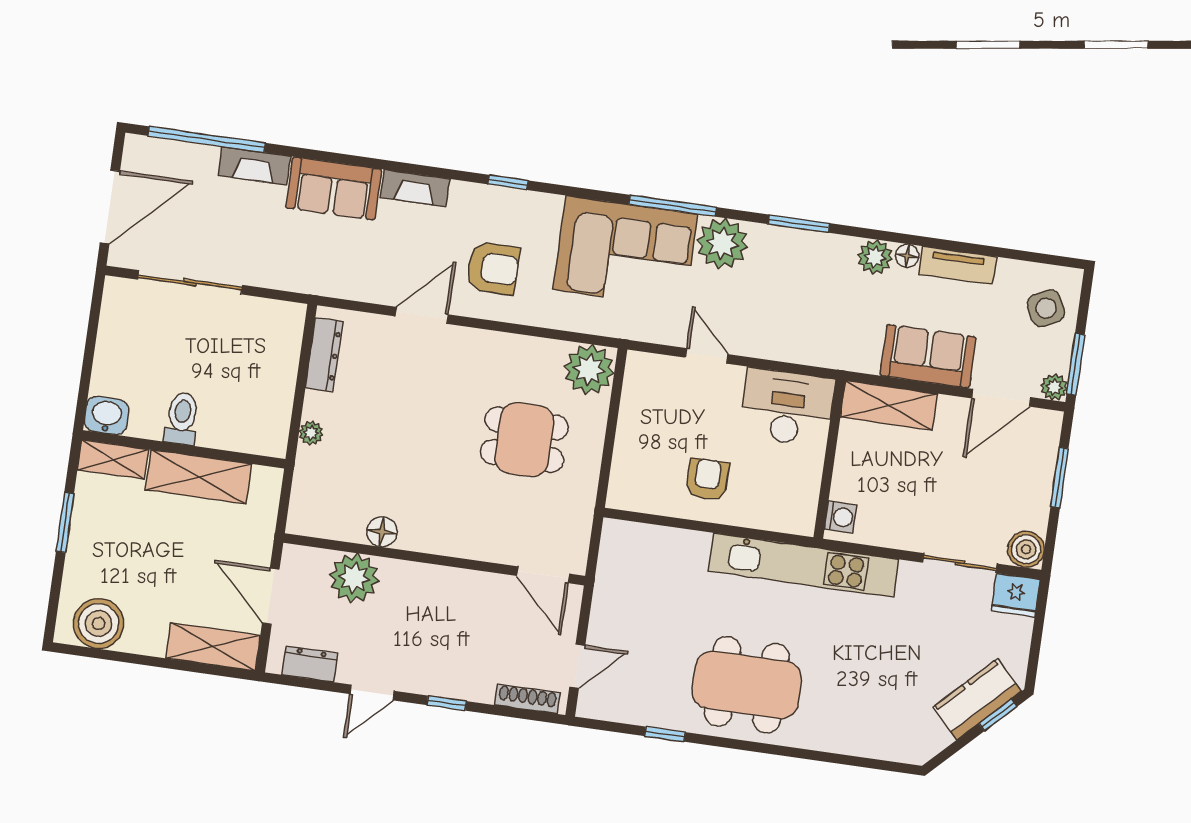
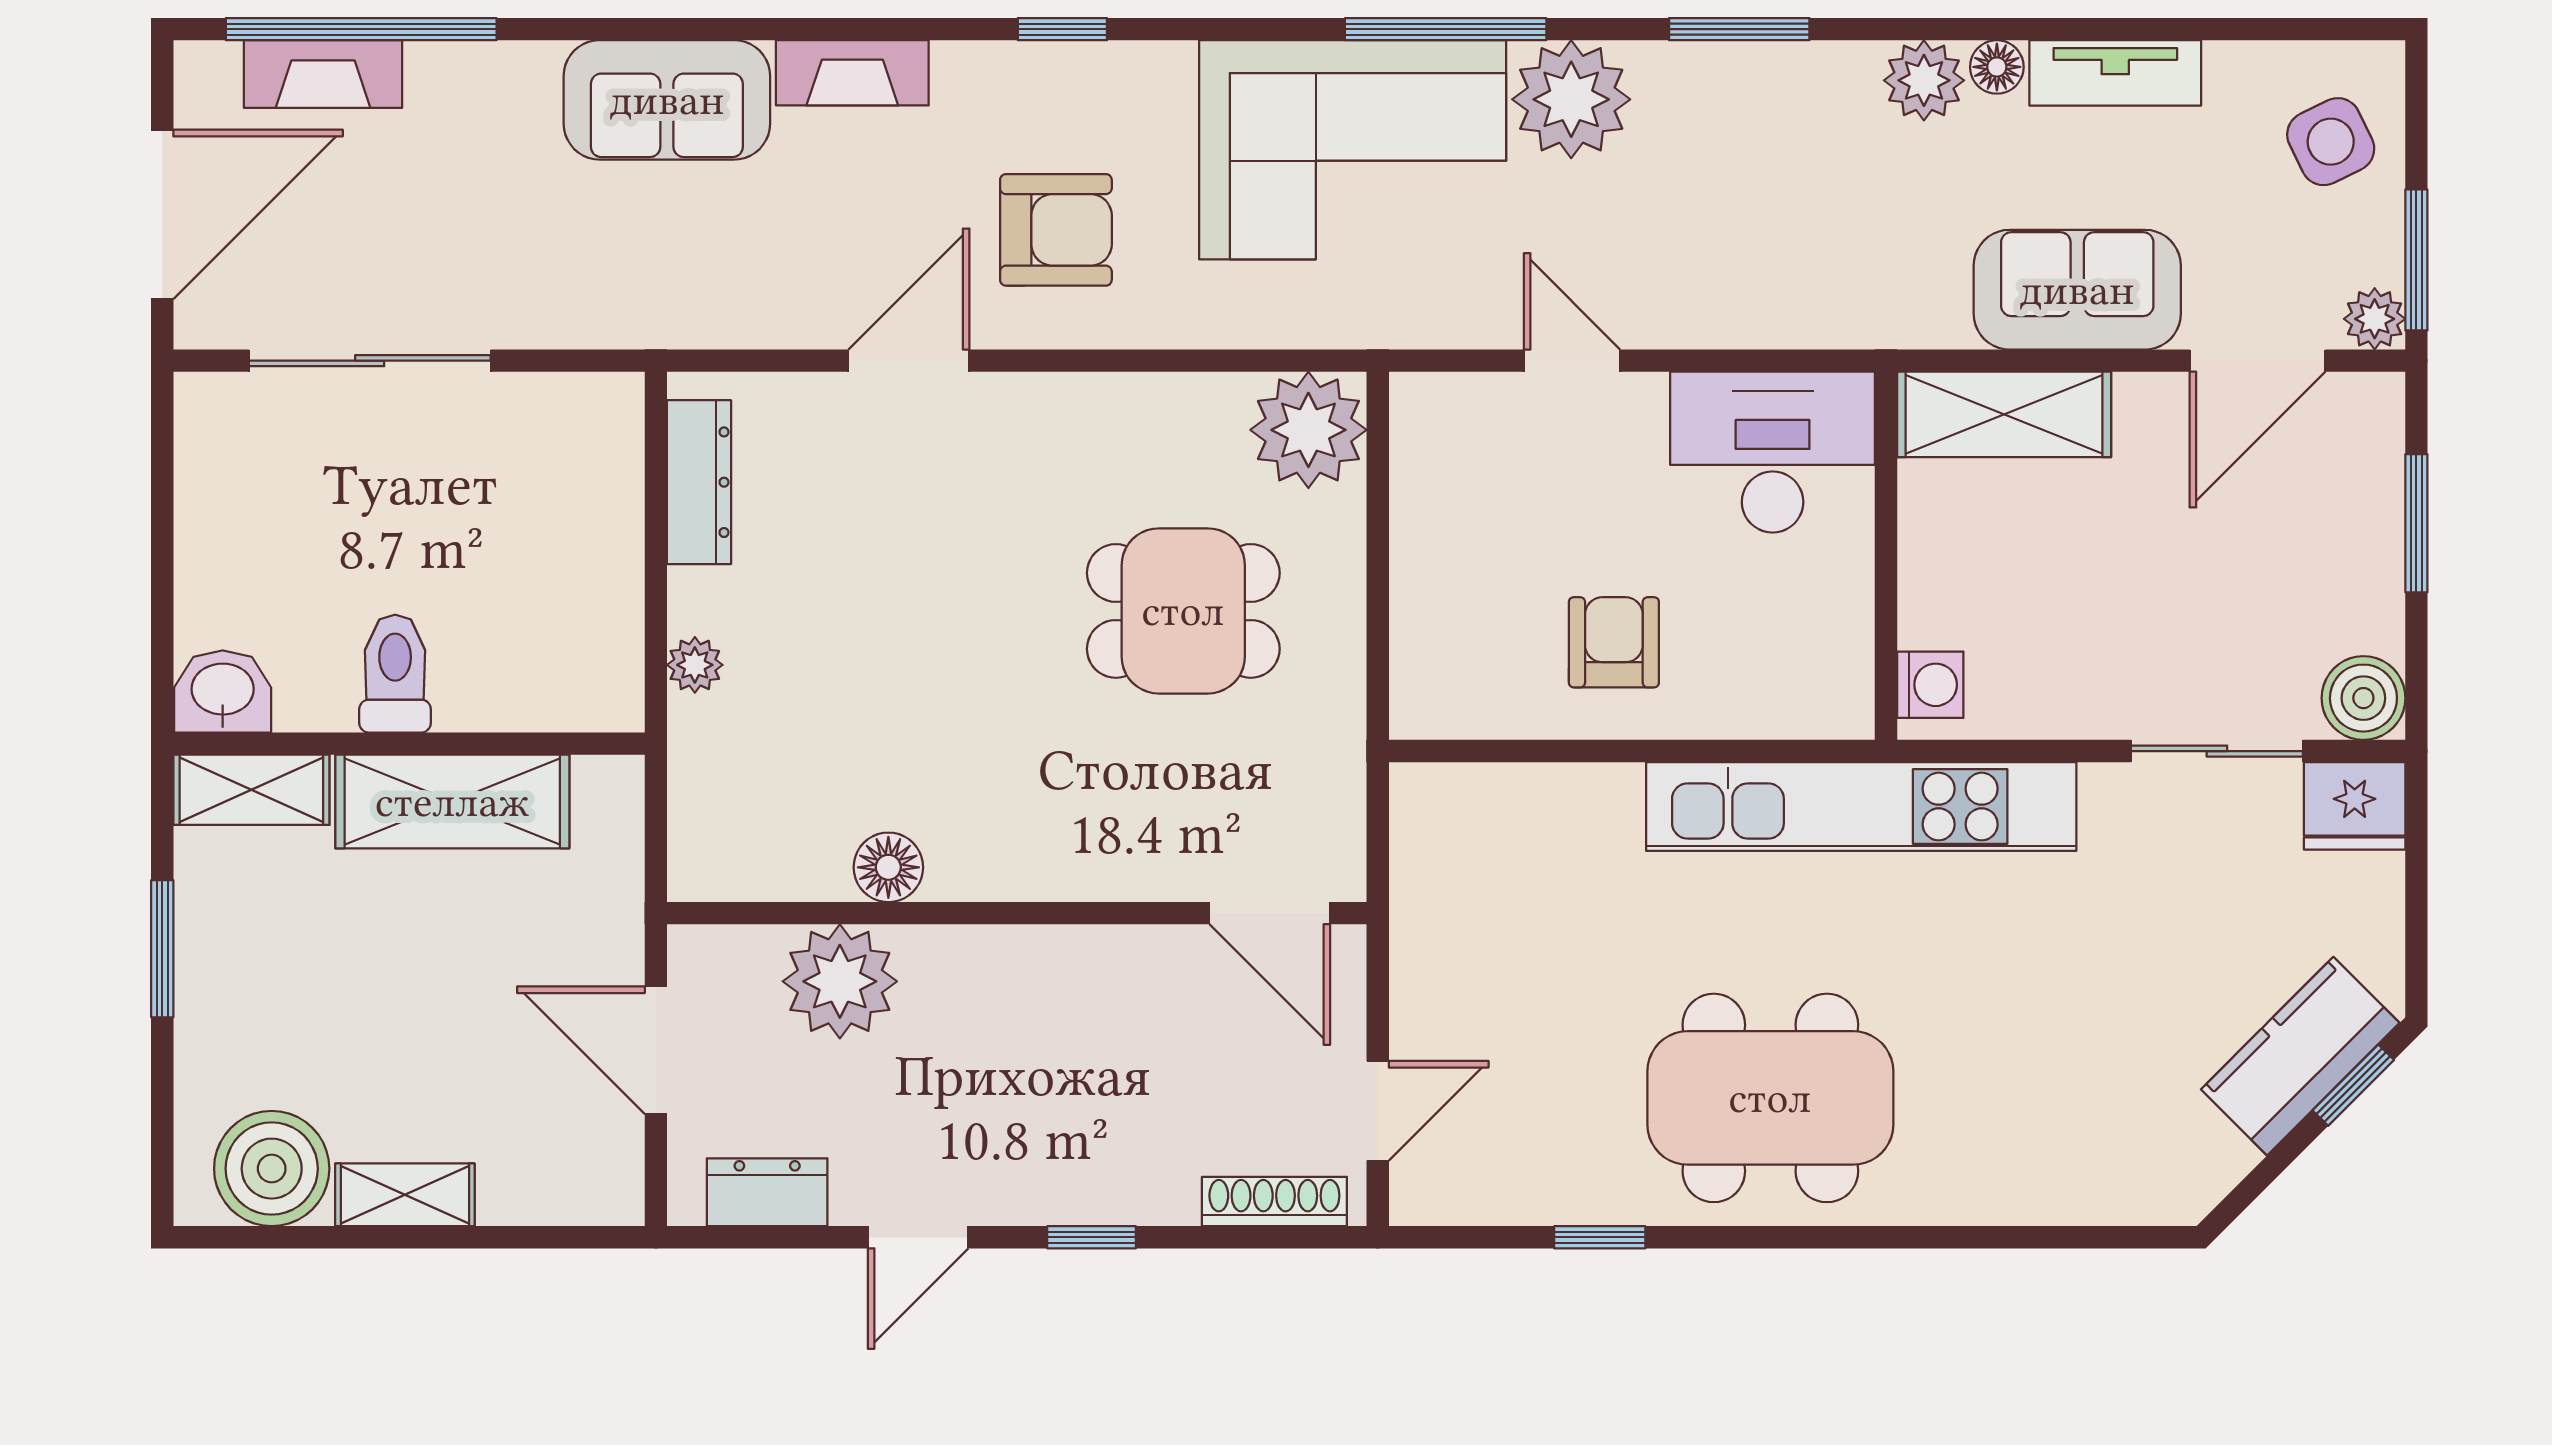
fireplace: (254, 166) -> (323, 74), moved
shelving: (213, 647) -> (405, 1195), moved, width x0.67, depth x0.75

